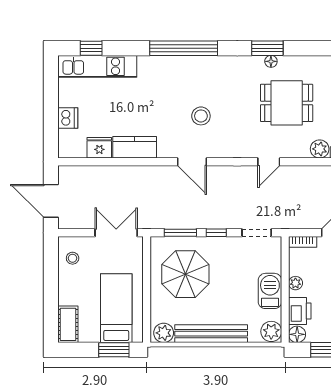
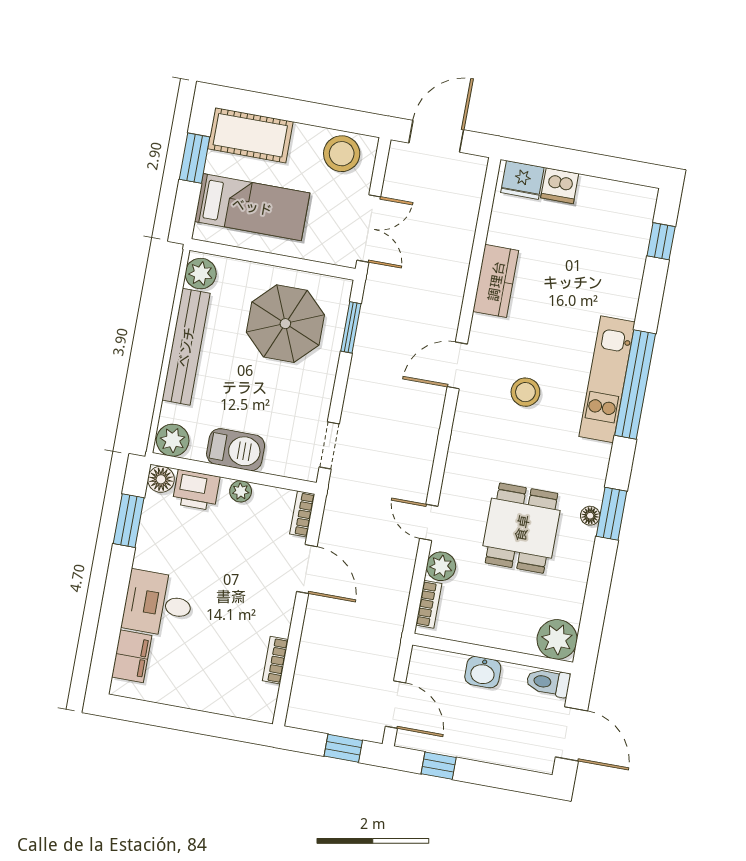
kitchen unit: (97, 66) -> (607, 379), moved
fridge: (99, 148) -> (522, 180), moved, turned 90
door: (269, 162) -> (429, 522), moved
window: (216, 233) -> (341, 383), removed
stool: (73, 258) -> (342, 154), width x1.89, depth x1.89
cot: (68, 324) -> (250, 135), width x1.37, depth x1.34
window: (114, 350) -> (195, 158), moved

